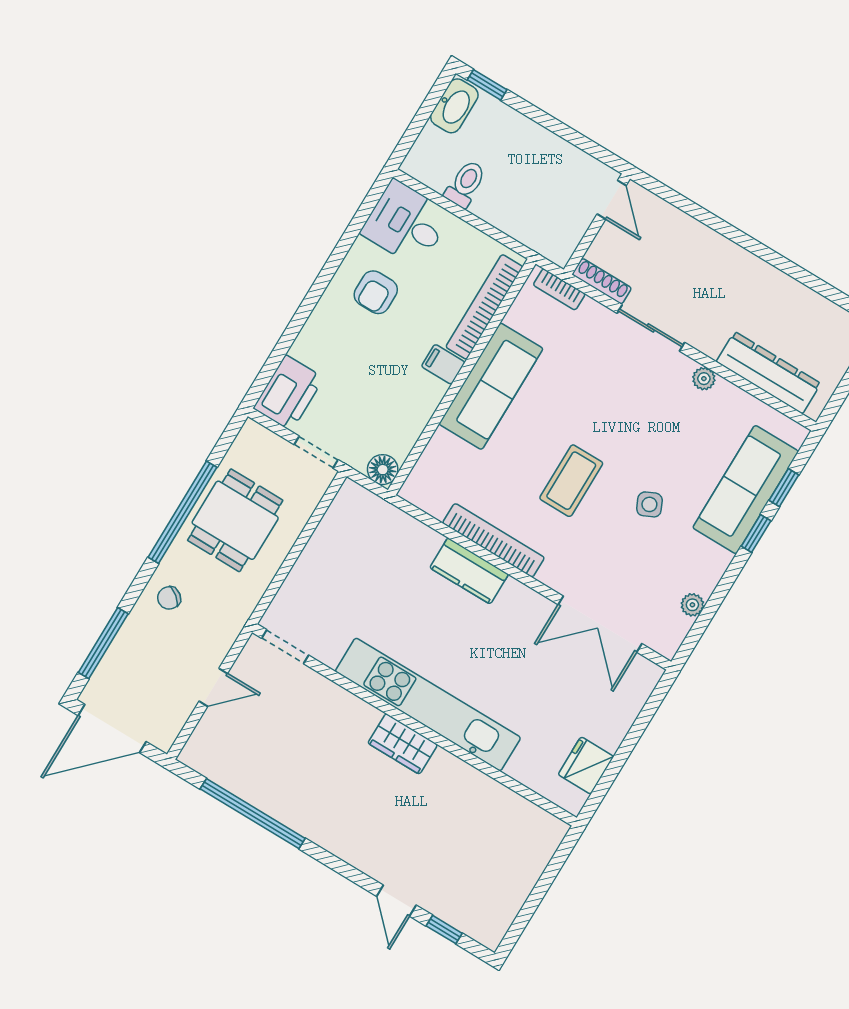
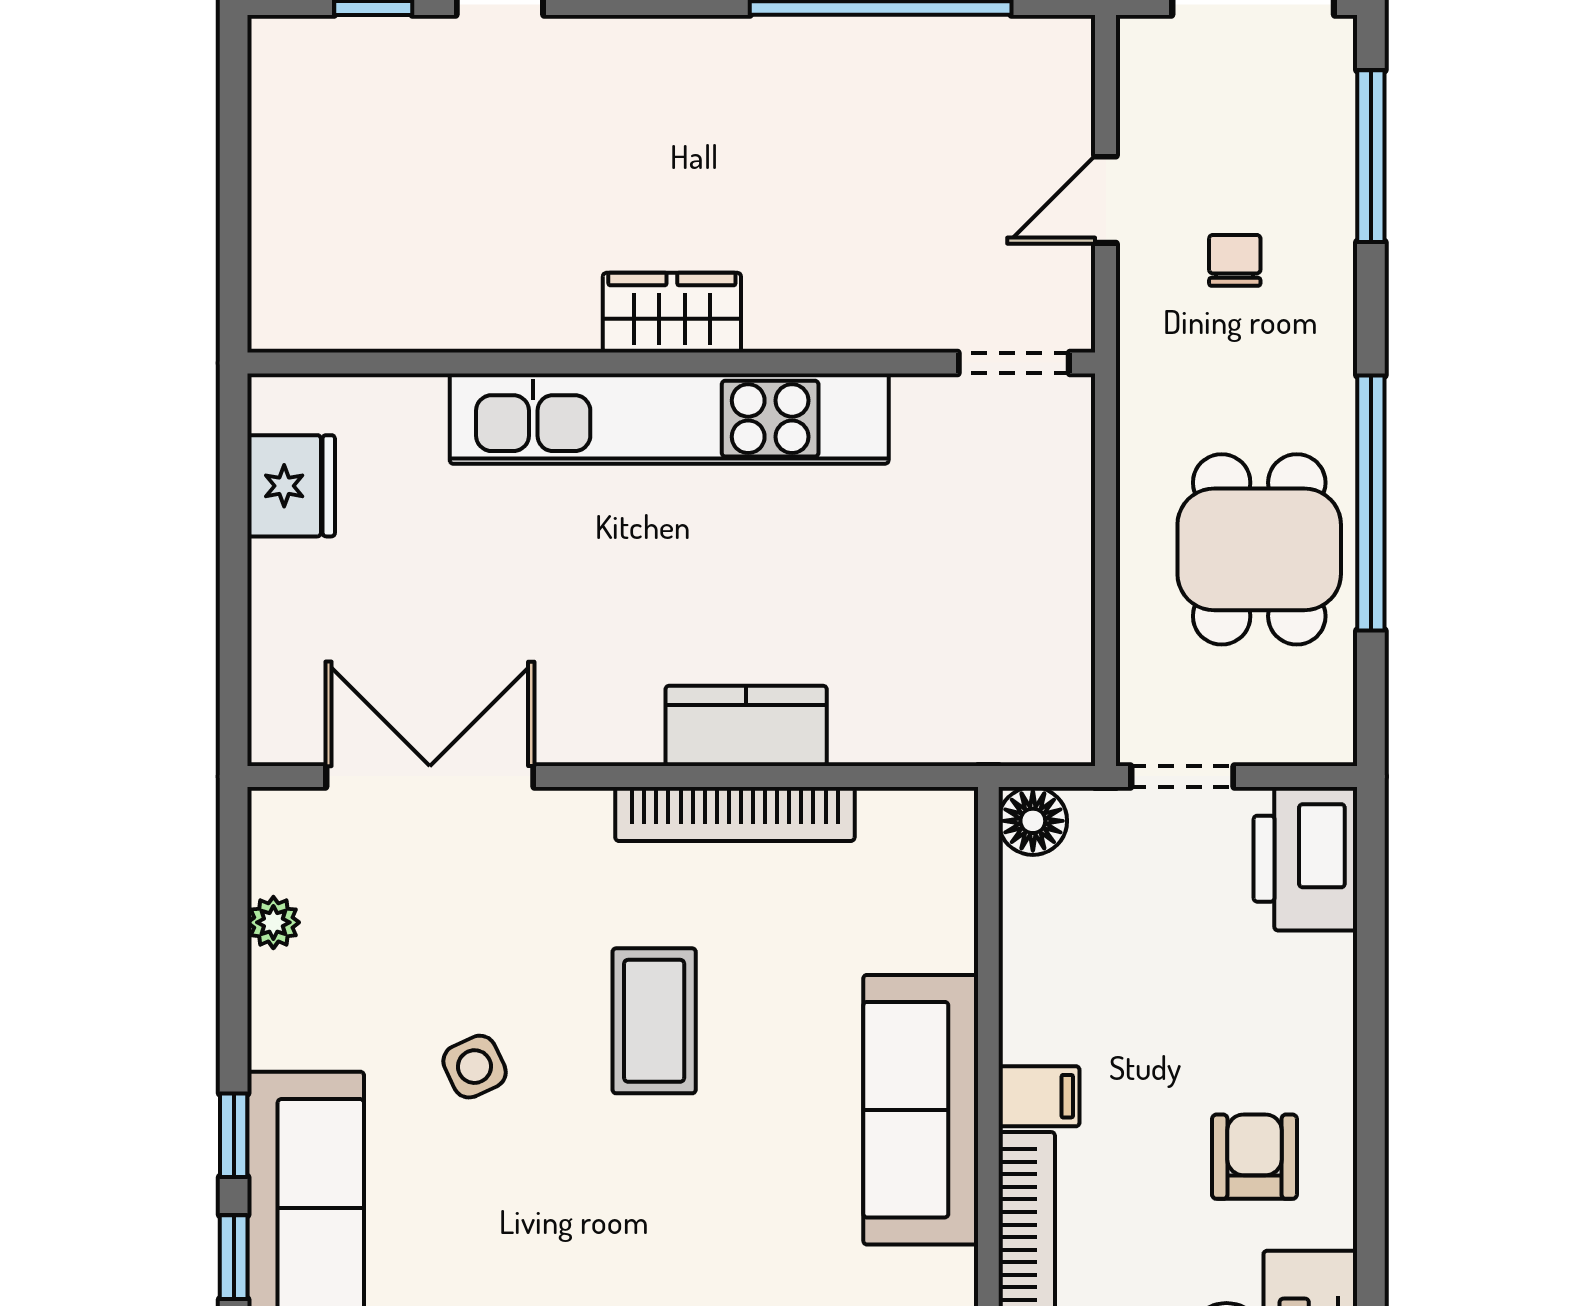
chair: (169, 598) -> (1235, 260), moved, turned -38

